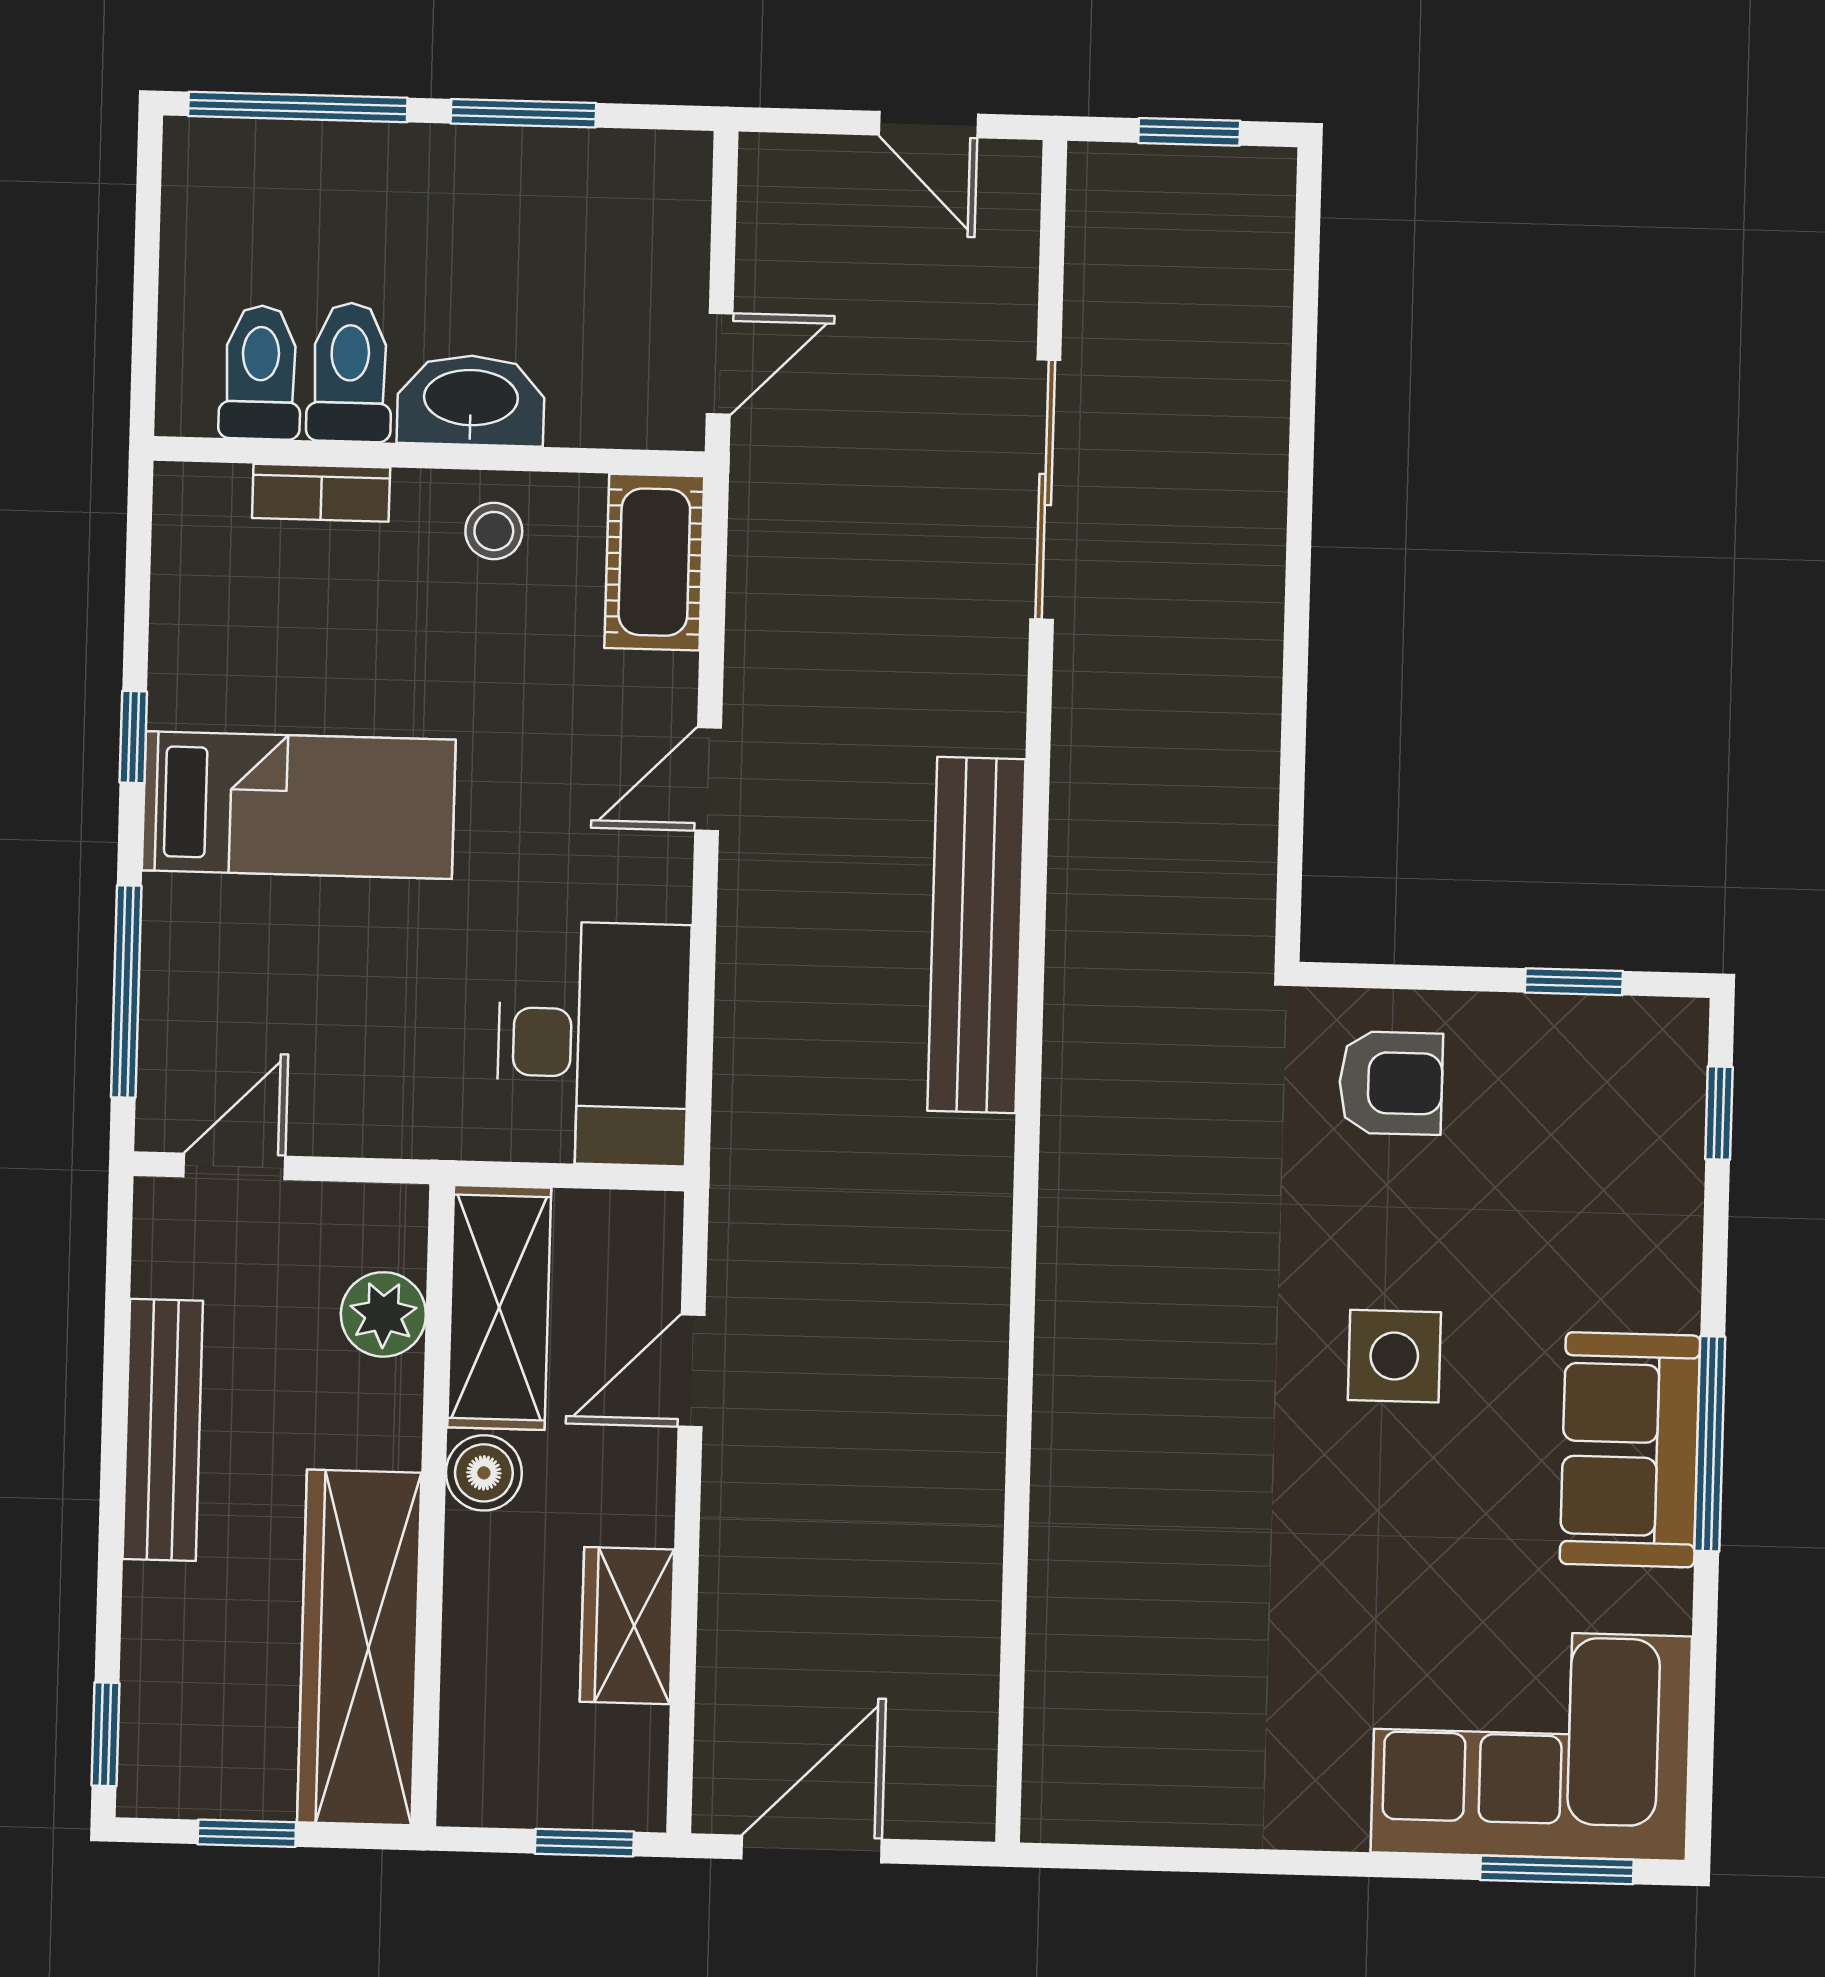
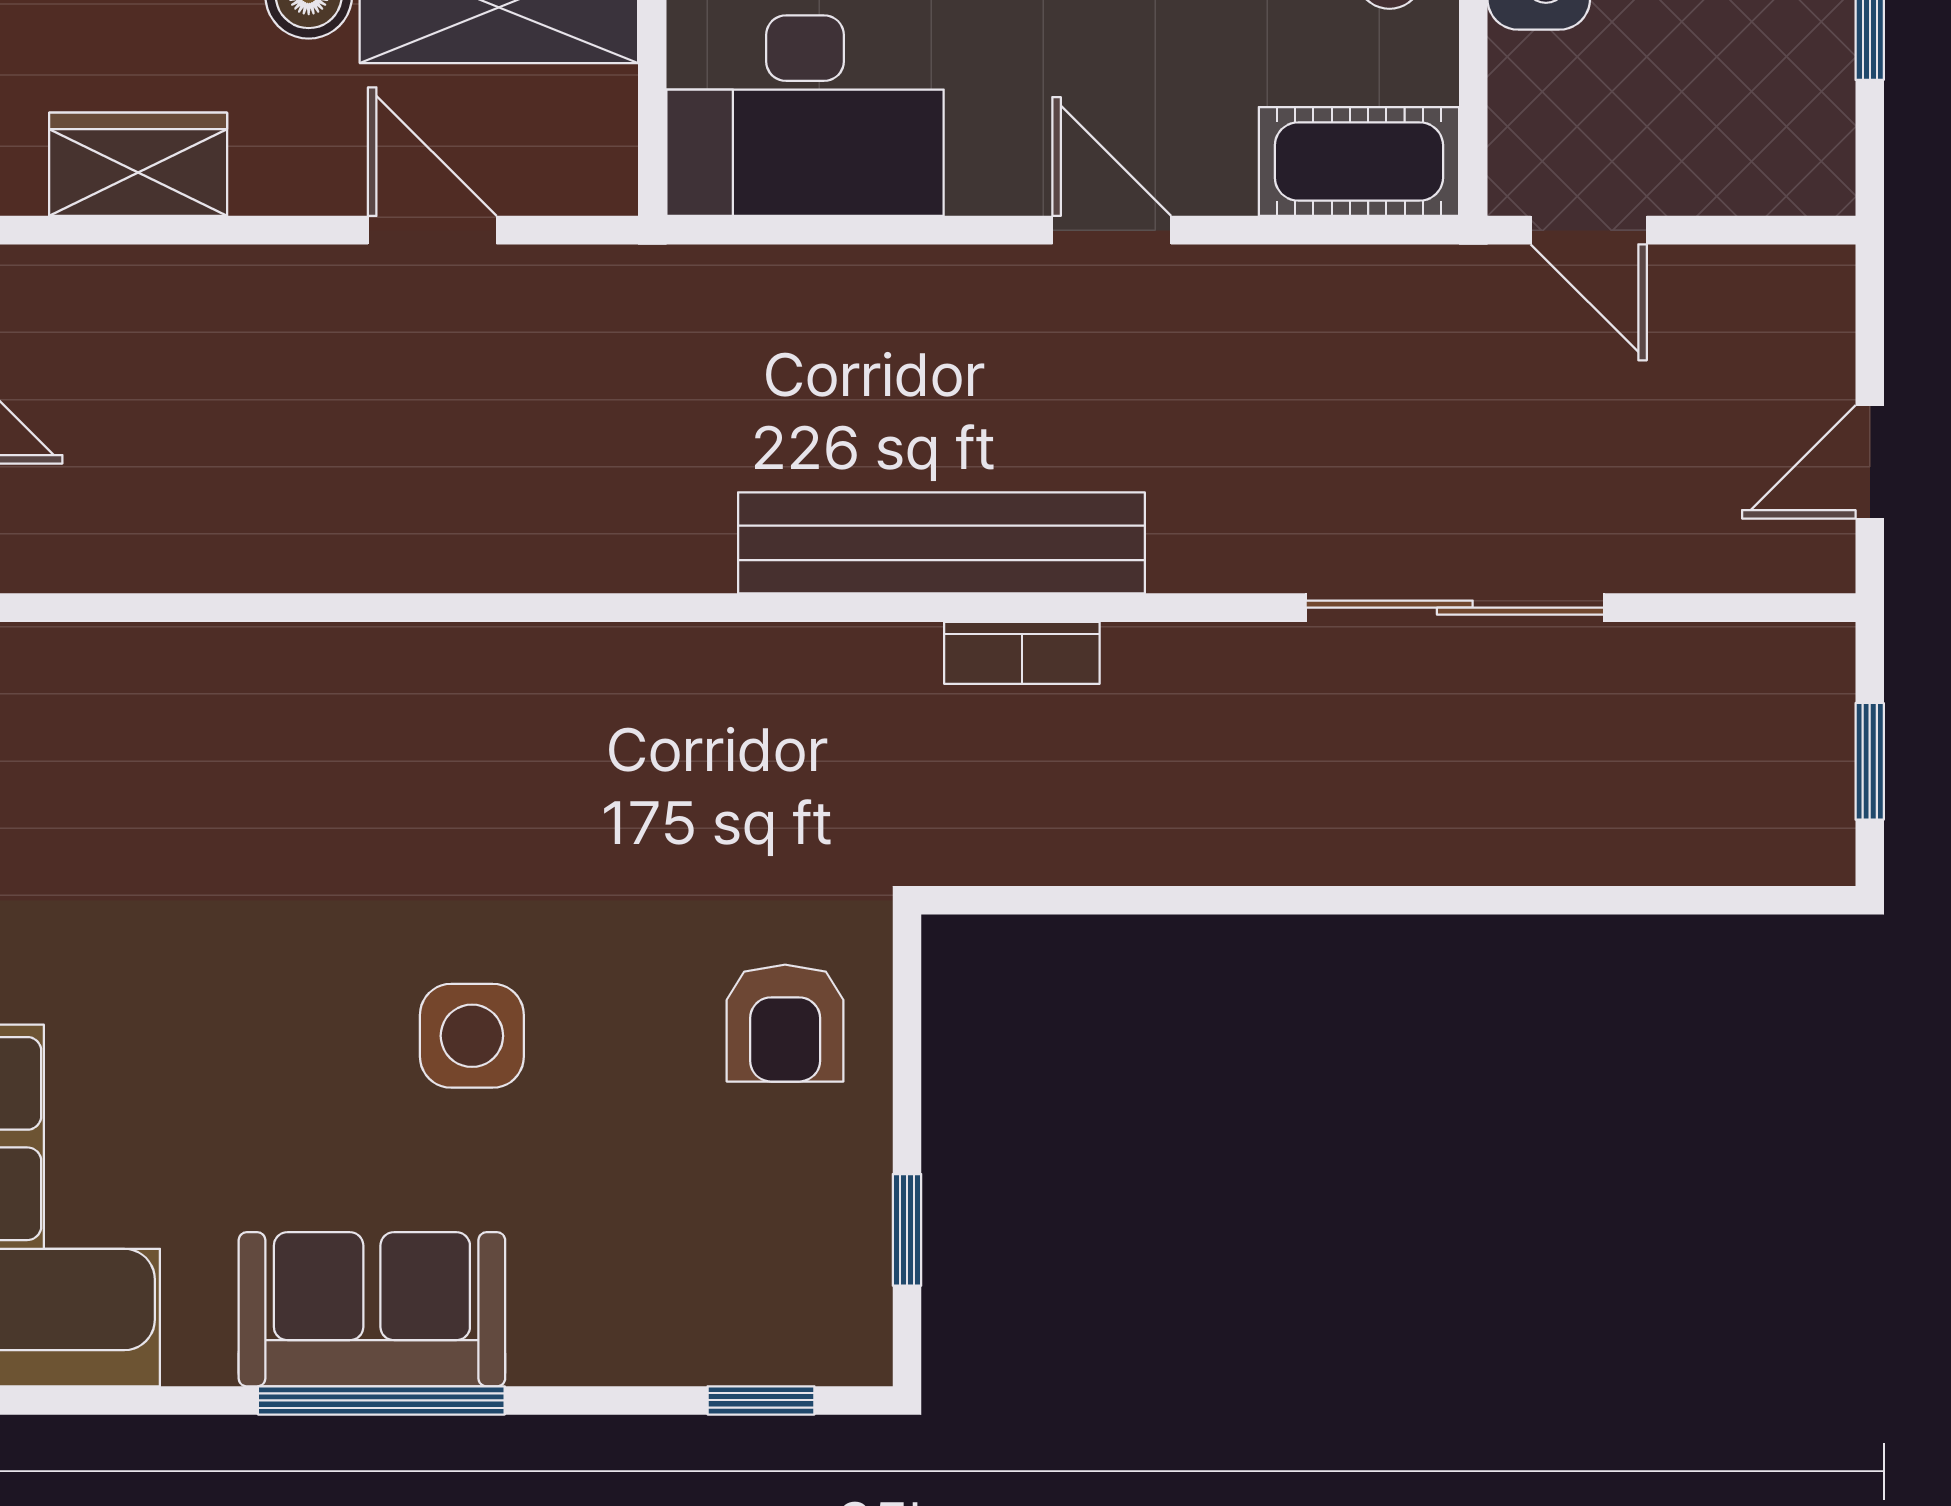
bookcase: (1074, 868) -> (1022, 653), added

